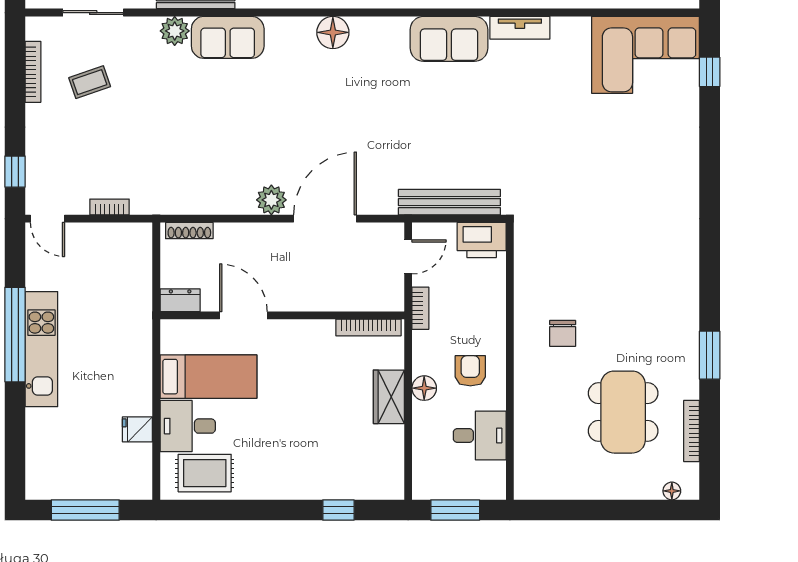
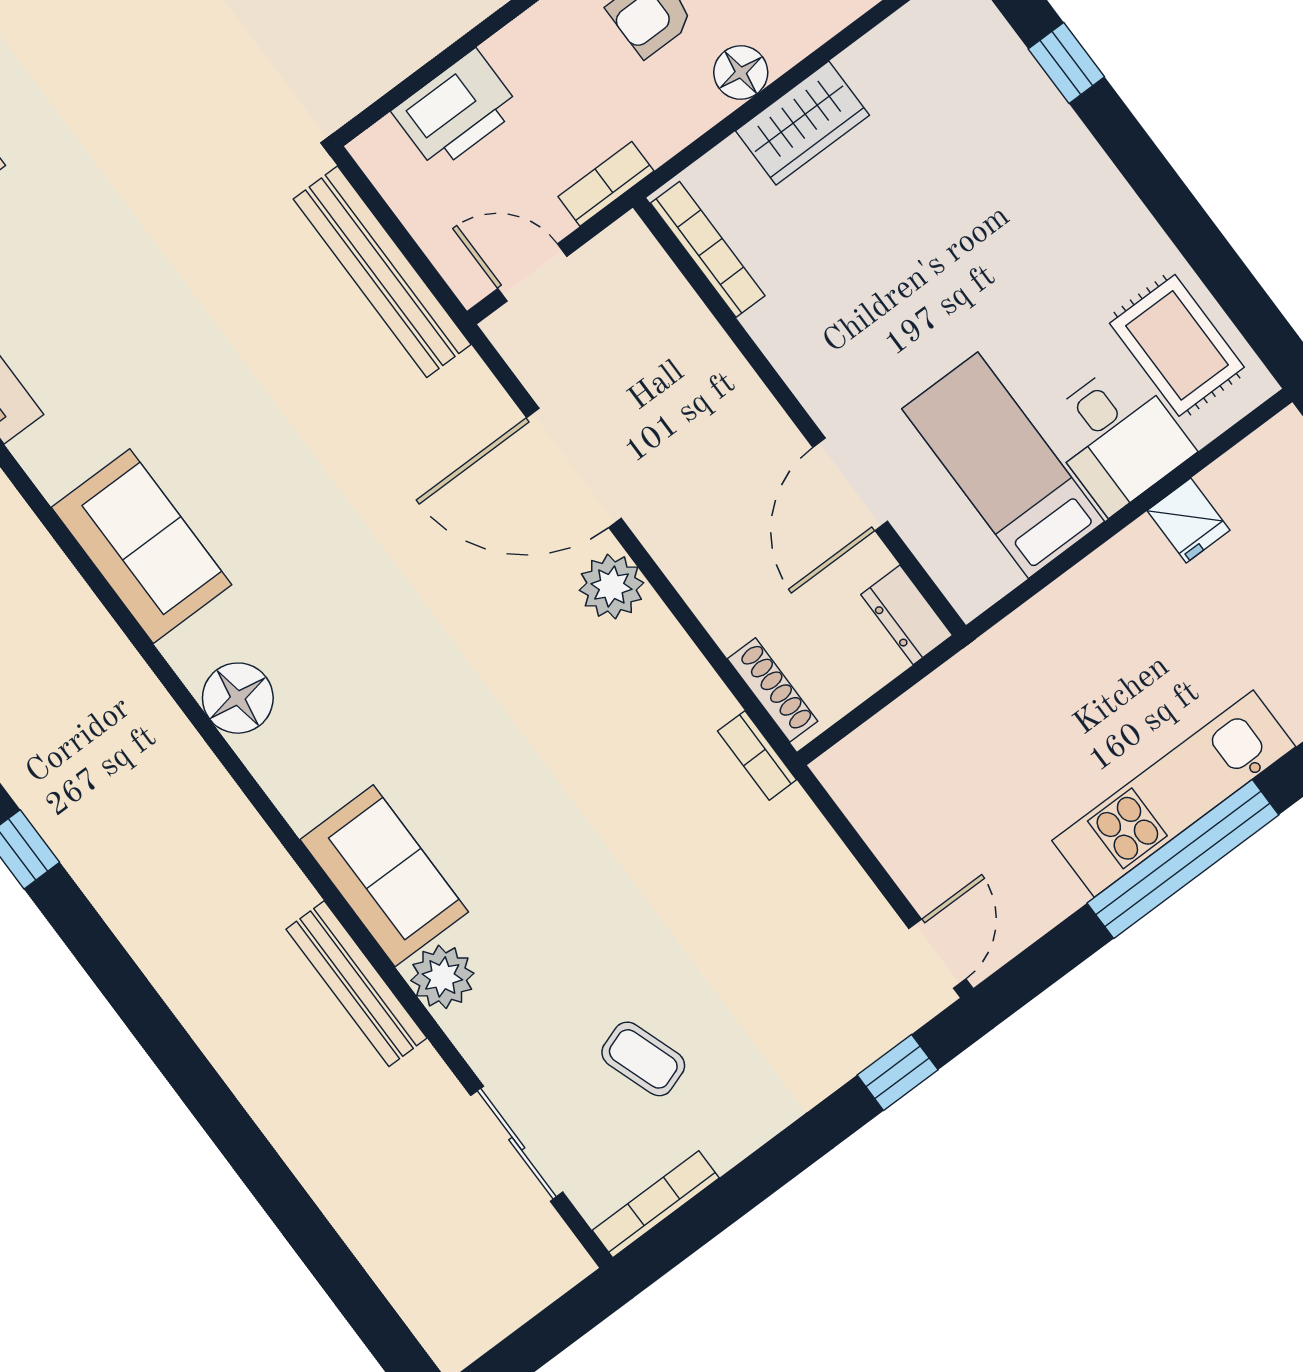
sofa: (449, 39) -> (142, 546), moved
bookcase: (33, 72) -> (656, 1204), moved
bookcase: (109, 207) -> (757, 755), moved
printer: (482, 240) -> (456, 110), moved, turned 90

